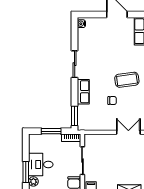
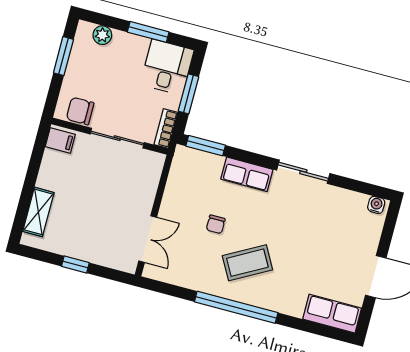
coffee table: (127, 80) -> (247, 263), turned 69
desk: (41, 165) -> (167, 67), moved
window: (26, 172) -> (148, 32), moved

